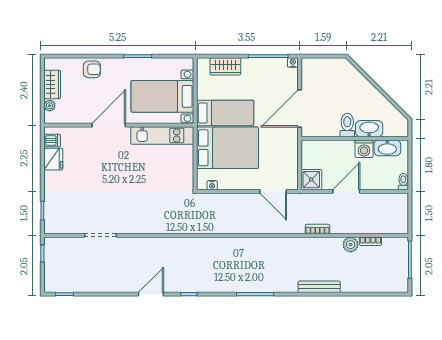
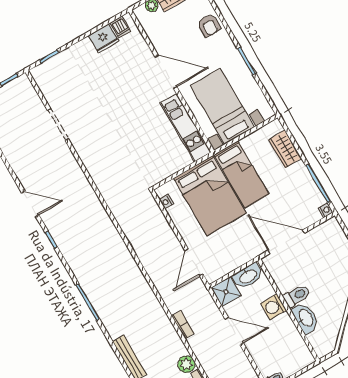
washbasin: (387, 148) -> (248, 276), moved, turned -90
washing machine: (364, 149) -> (274, 307), moved

